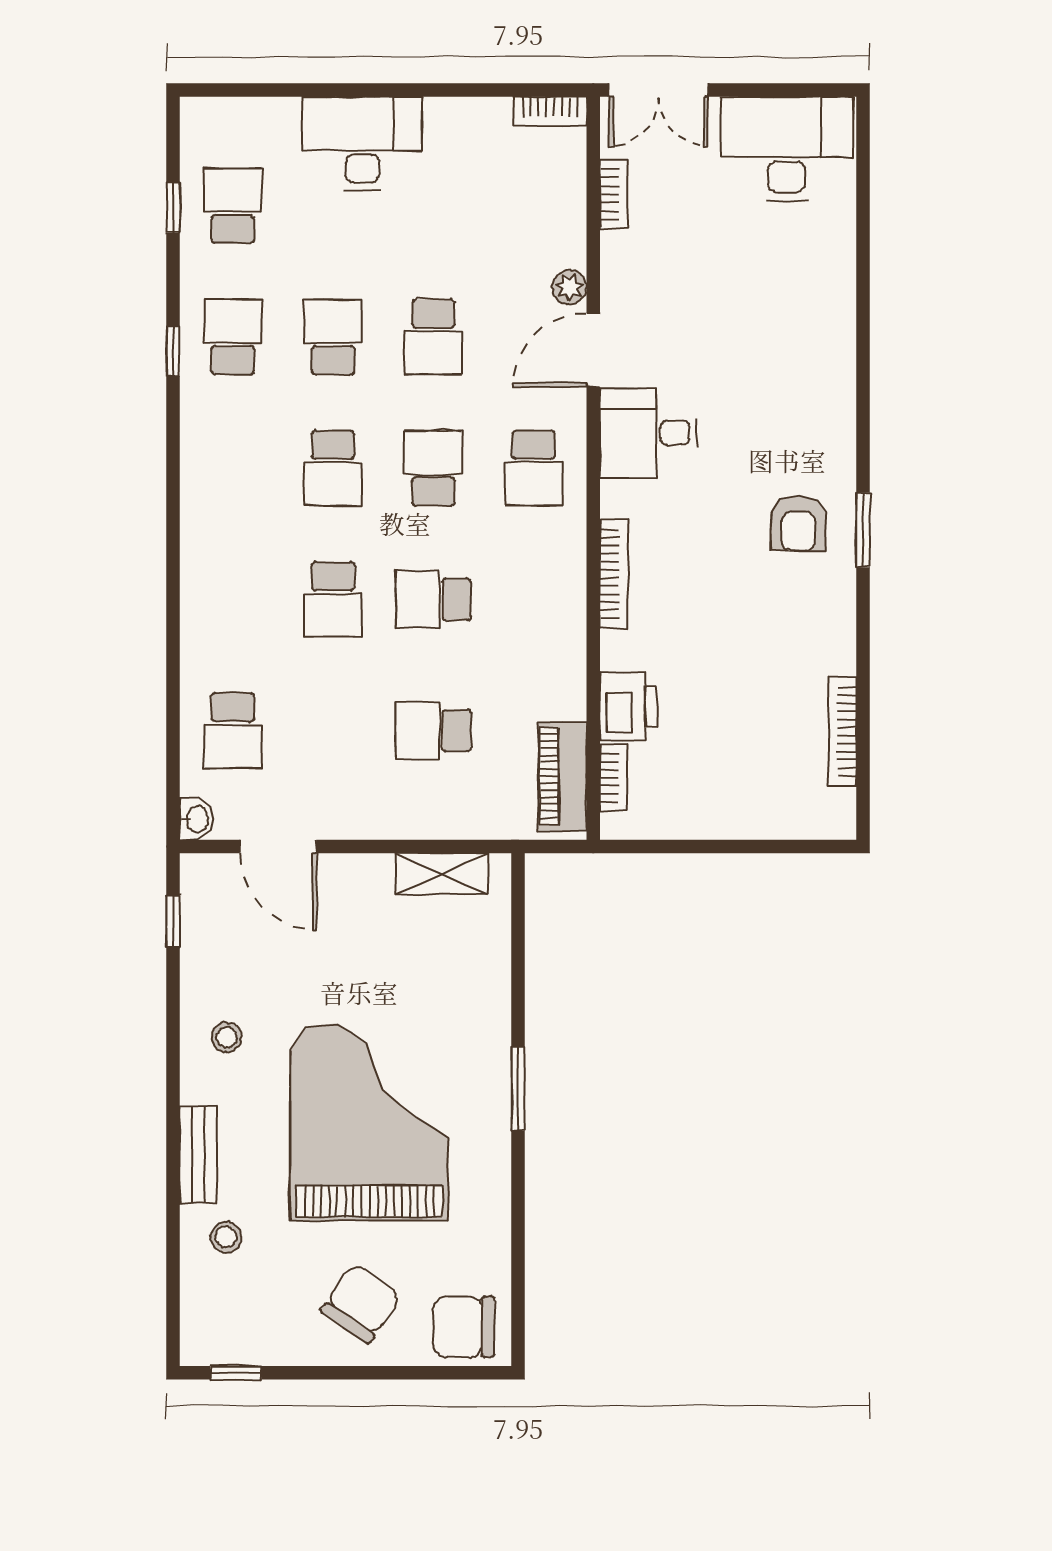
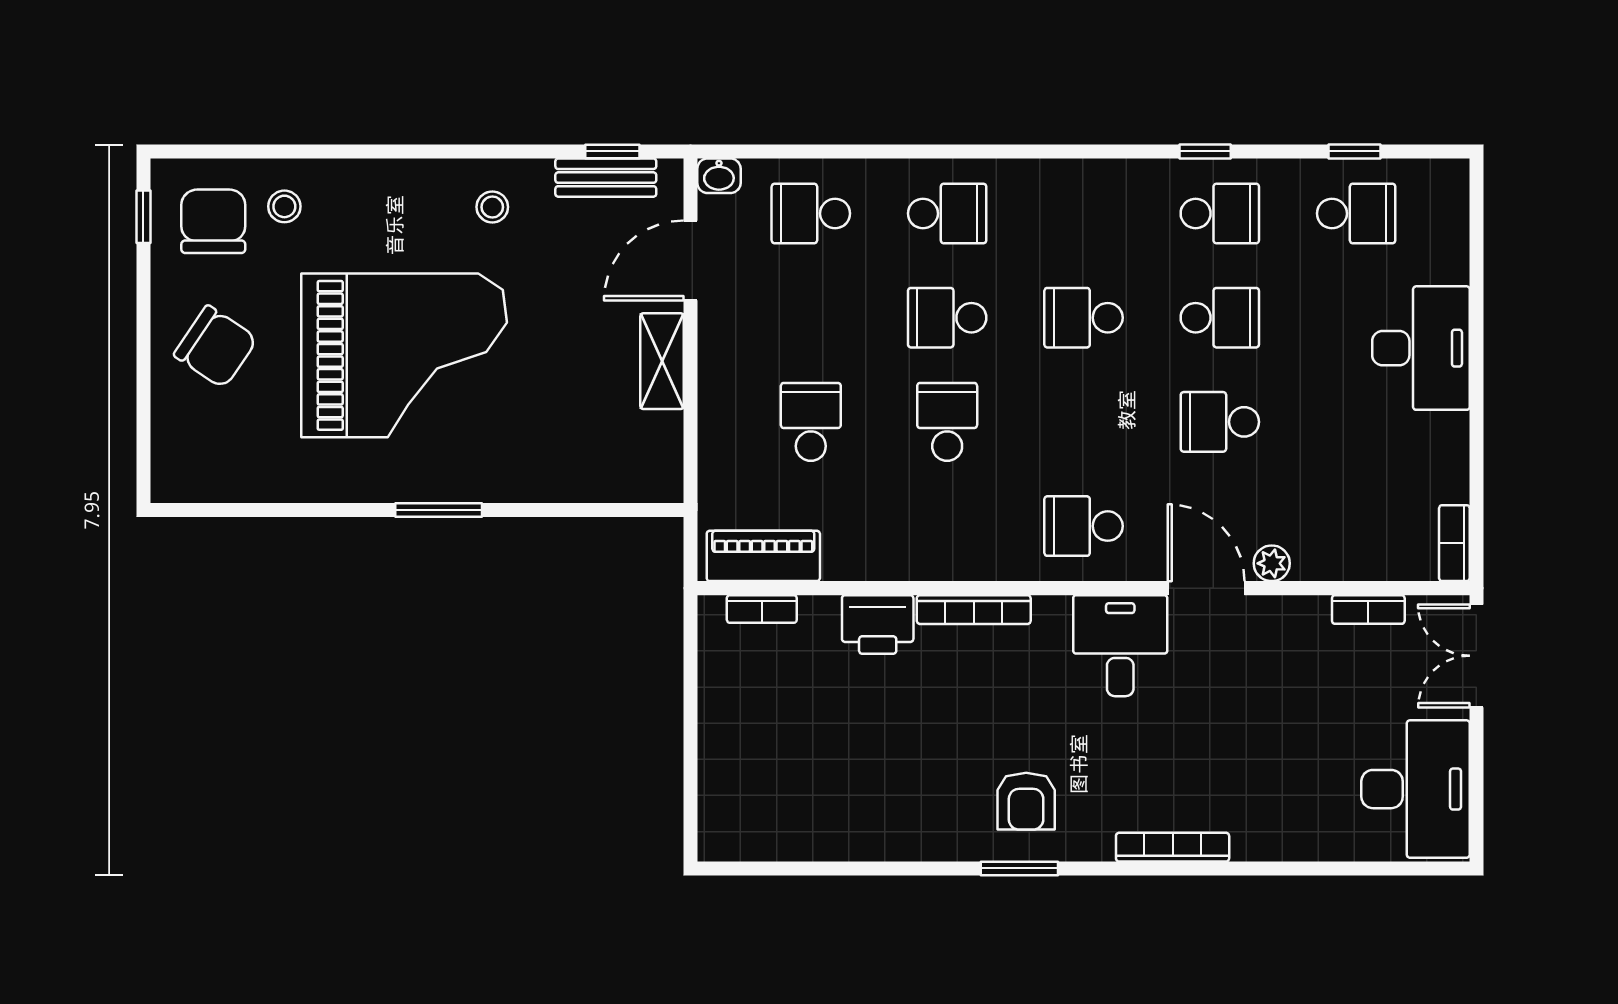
school desk: (433, 468) -> (947, 213), moved
armchair: (798, 523) -> (1026, 801), turned -91
printer: (628, 706) -> (878, 624), moved
bookcase: (843, 732) -> (1173, 847), moved
shelving: (442, 874) -> (662, 361), moved
bench: (198, 1155) -> (606, 178), moved
chair: (464, 1327) -> (213, 221), moved

